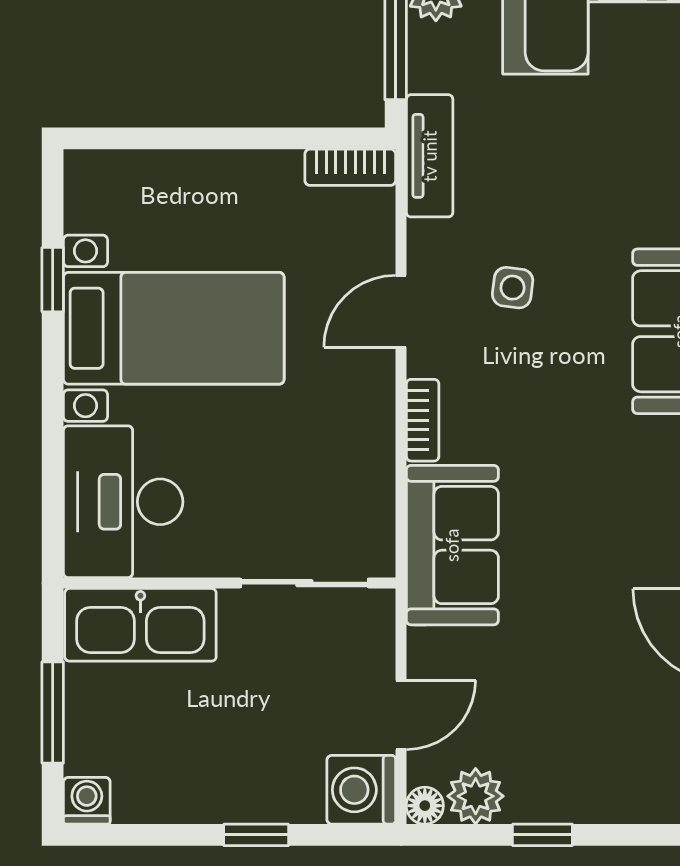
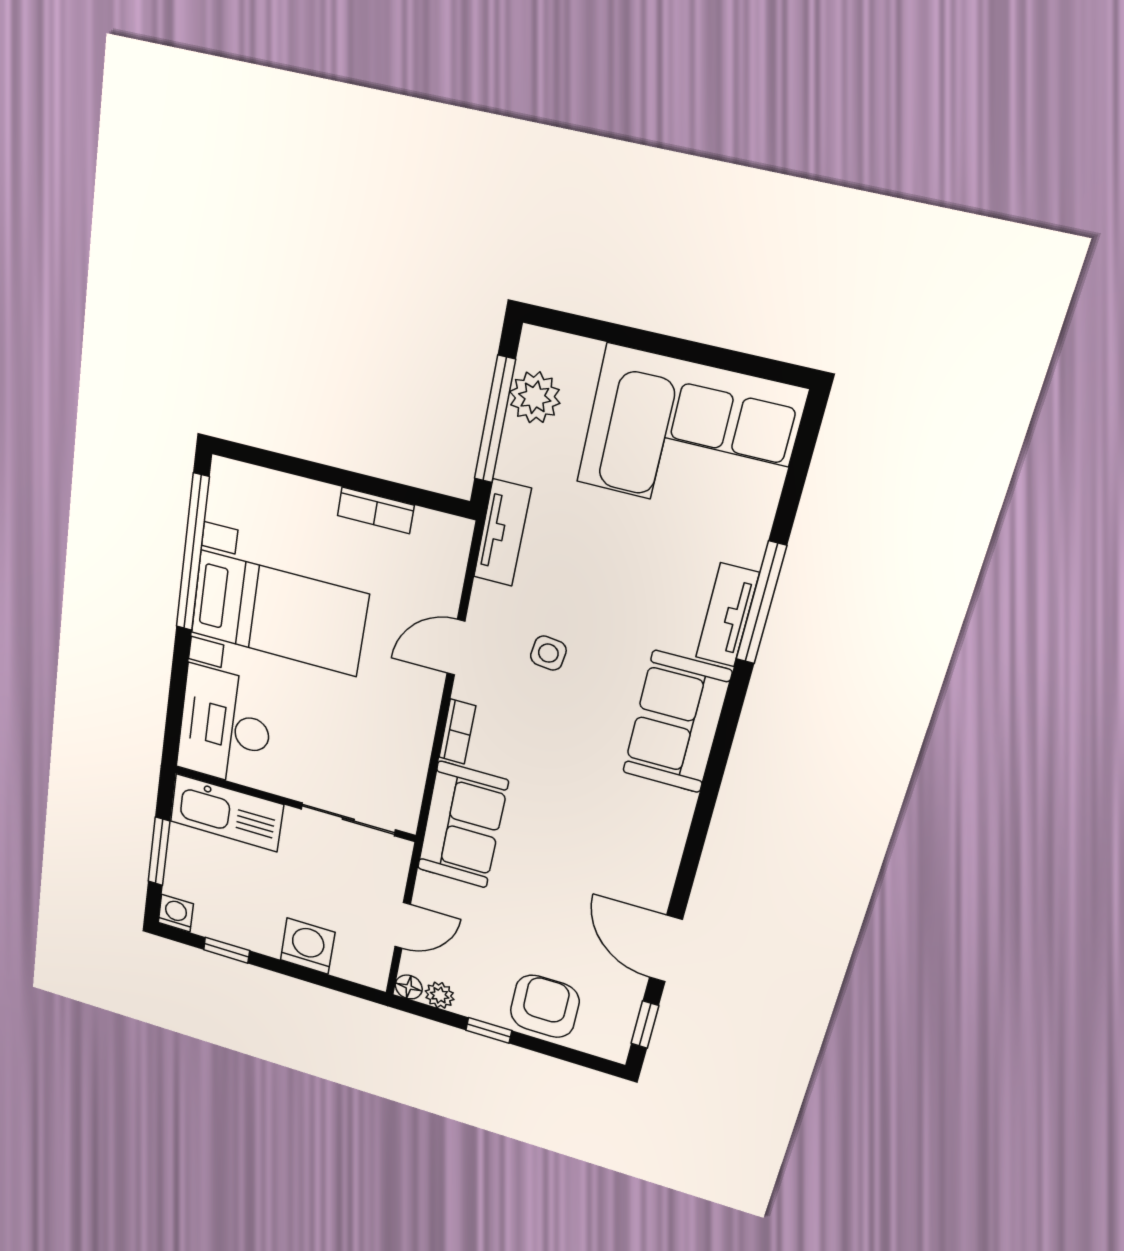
bookcase: (350, 167) -> (376, 510), moved
window: (53, 280) -> (193, 553), width x3.17
armchair: (607, 772) -> (545, 1006), added
washing machine: (361, 790) -> (308, 946), moved, turned 90
plant: (476, 796) -> (440, 995), width x0.73, depth x0.73
window: (256, 835) -> (227, 950), moved

